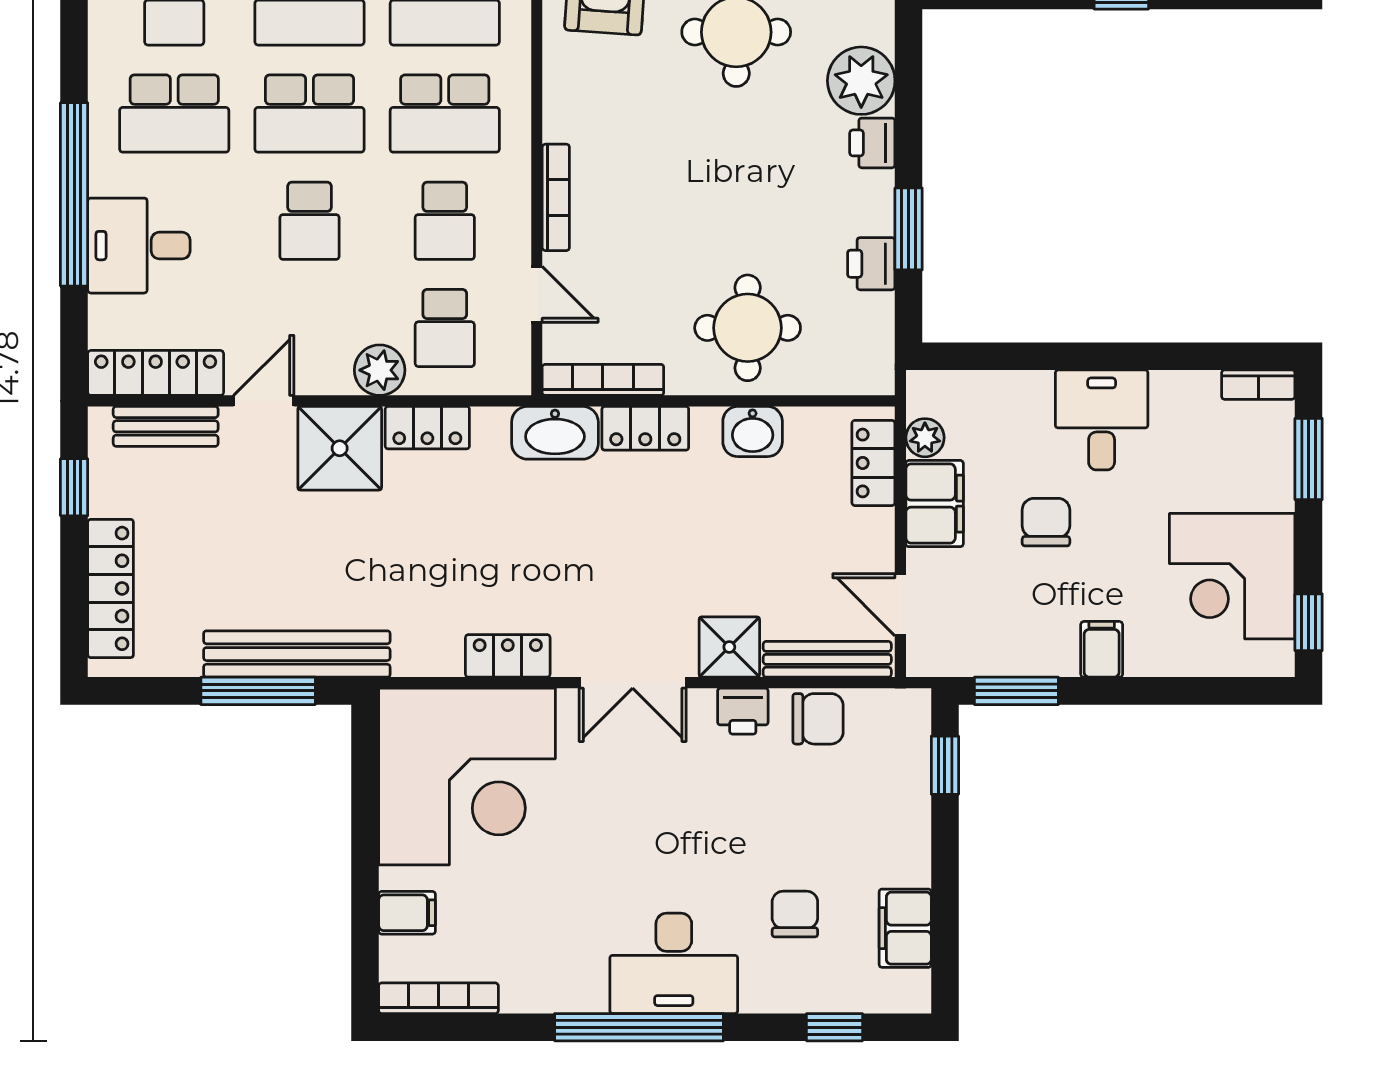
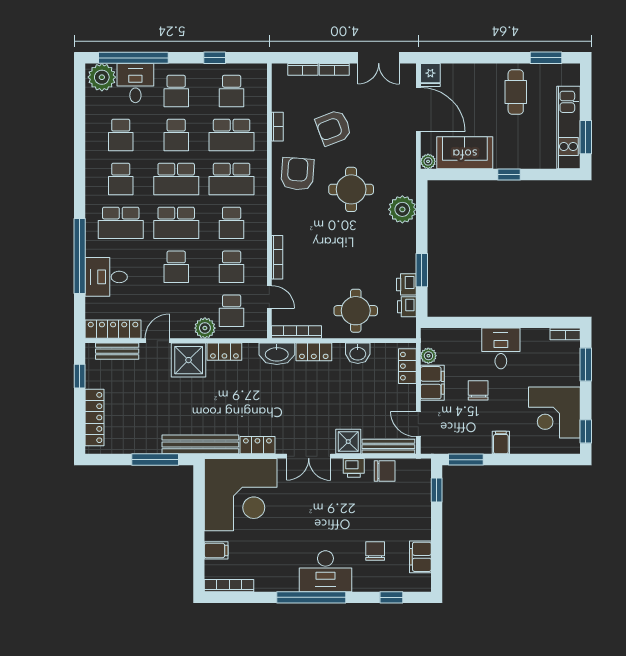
school desk: (445, 114) -> (232, 223), width x0.54
printer: (872, 143) -> (407, 307), moved
bench: (297, 654) -> (200, 444), moved

